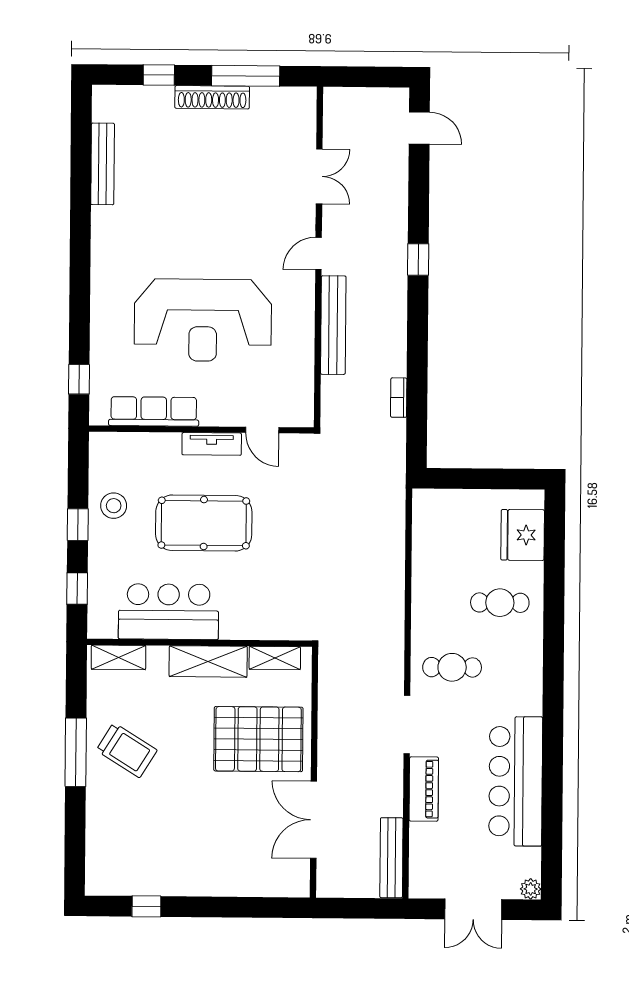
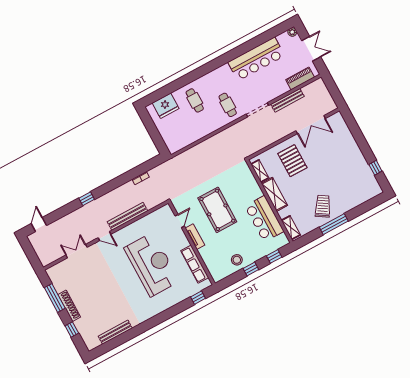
pool table: (204, 523) -> (217, 210), moved
pallet: (258, 739) -> (292, 161), width x0.73, depth x0.71
piano: (424, 789) -> (300, 79), moved
bench: (391, 858) -> (287, 100), moved

